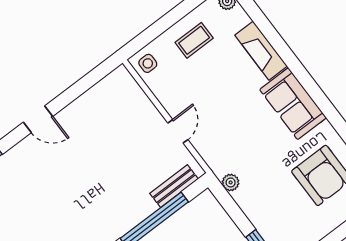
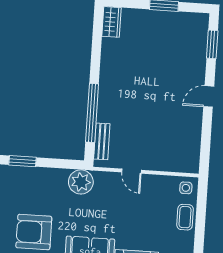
coffee table: (194, 40) -> (185, 217), moved
plant: (231, 182) -> (81, 182), width x1.88, depth x1.88

